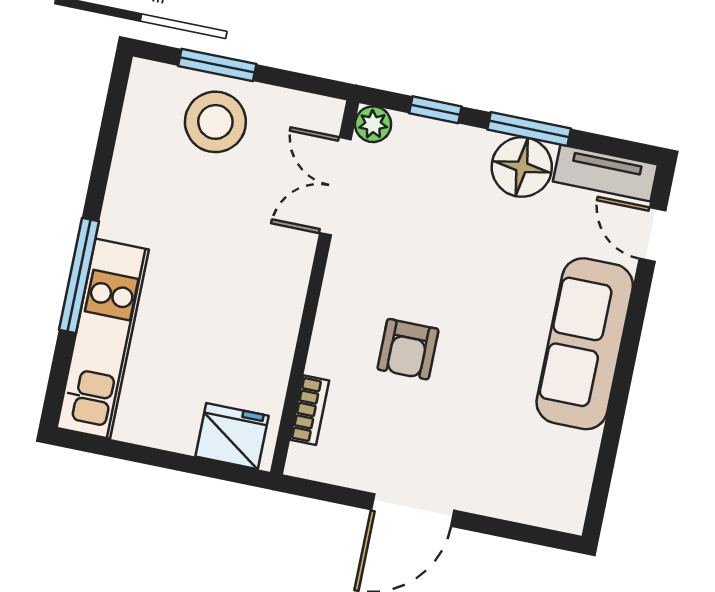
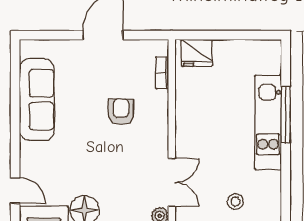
stool: (215, 122) -> (235, 202), width x0.53, depth x0.53
kitchen unit: (103, 339) -> (268, 123), moved
sofa: (585, 344) -> (37, 100), moved

